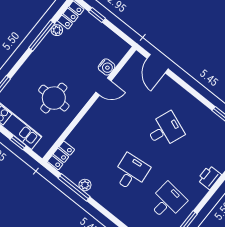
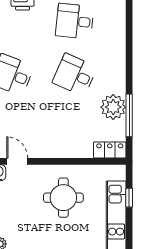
desk: (131, 172) -> (75, 75), turned 30
plant: (85, 185) -> (113, 107), width x1.88, depth x1.88

